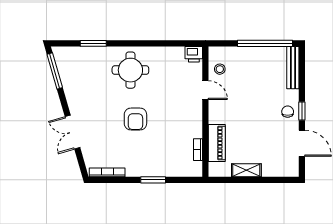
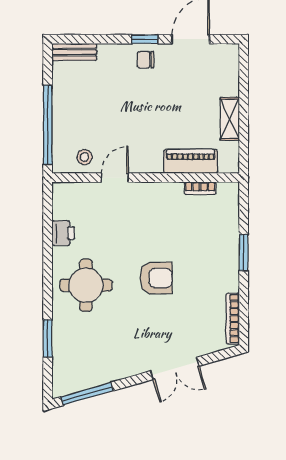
window: (265, 43) -> (48, 125), moved
printer: (194, 54) -> (63, 233), moved
bench: (293, 68) -> (74, 52), width x0.73

